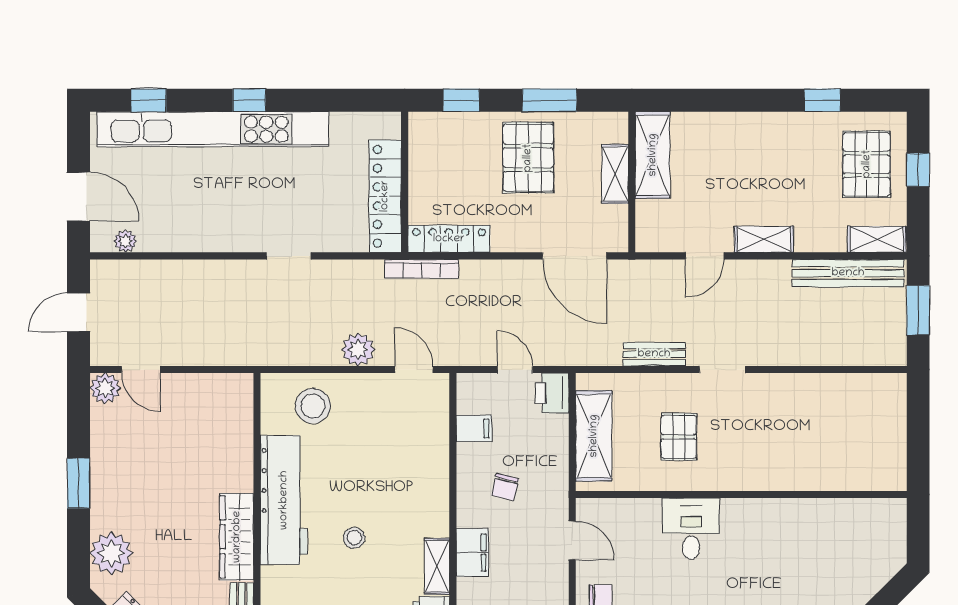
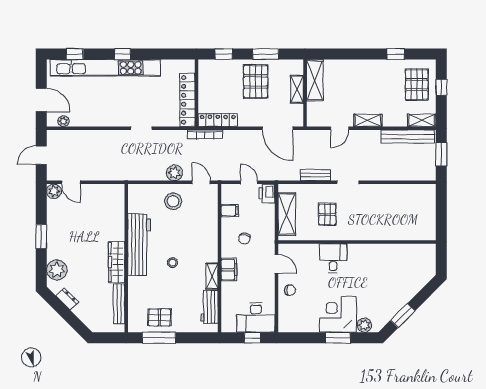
stool: (313, 406) -> (173, 201), moved

